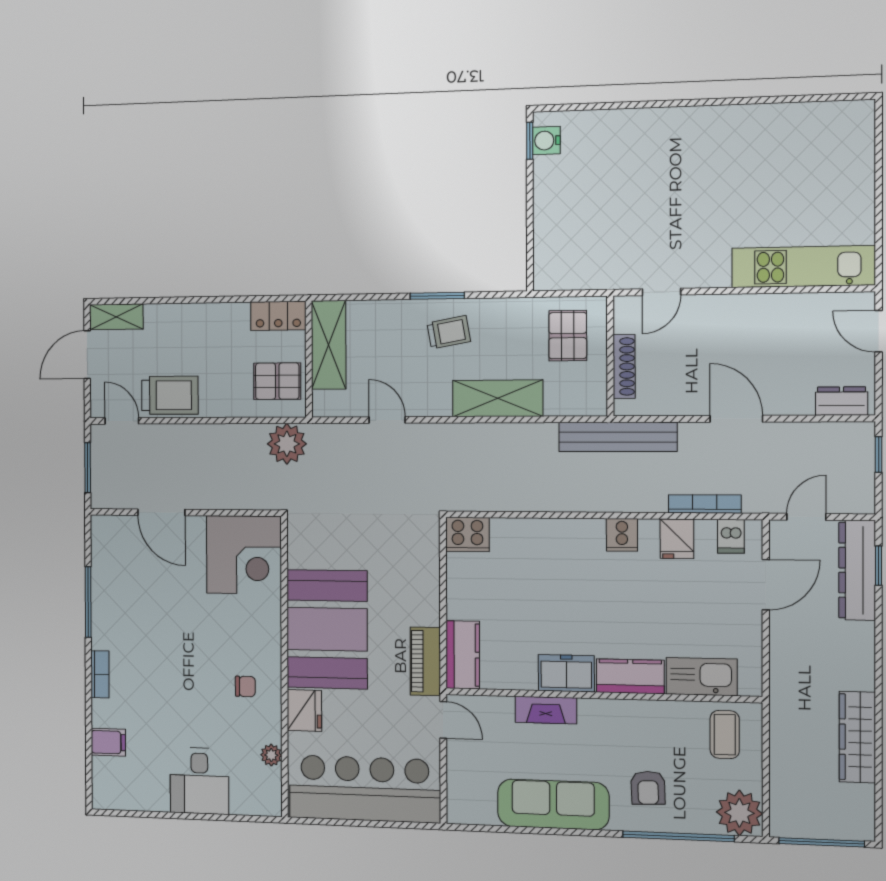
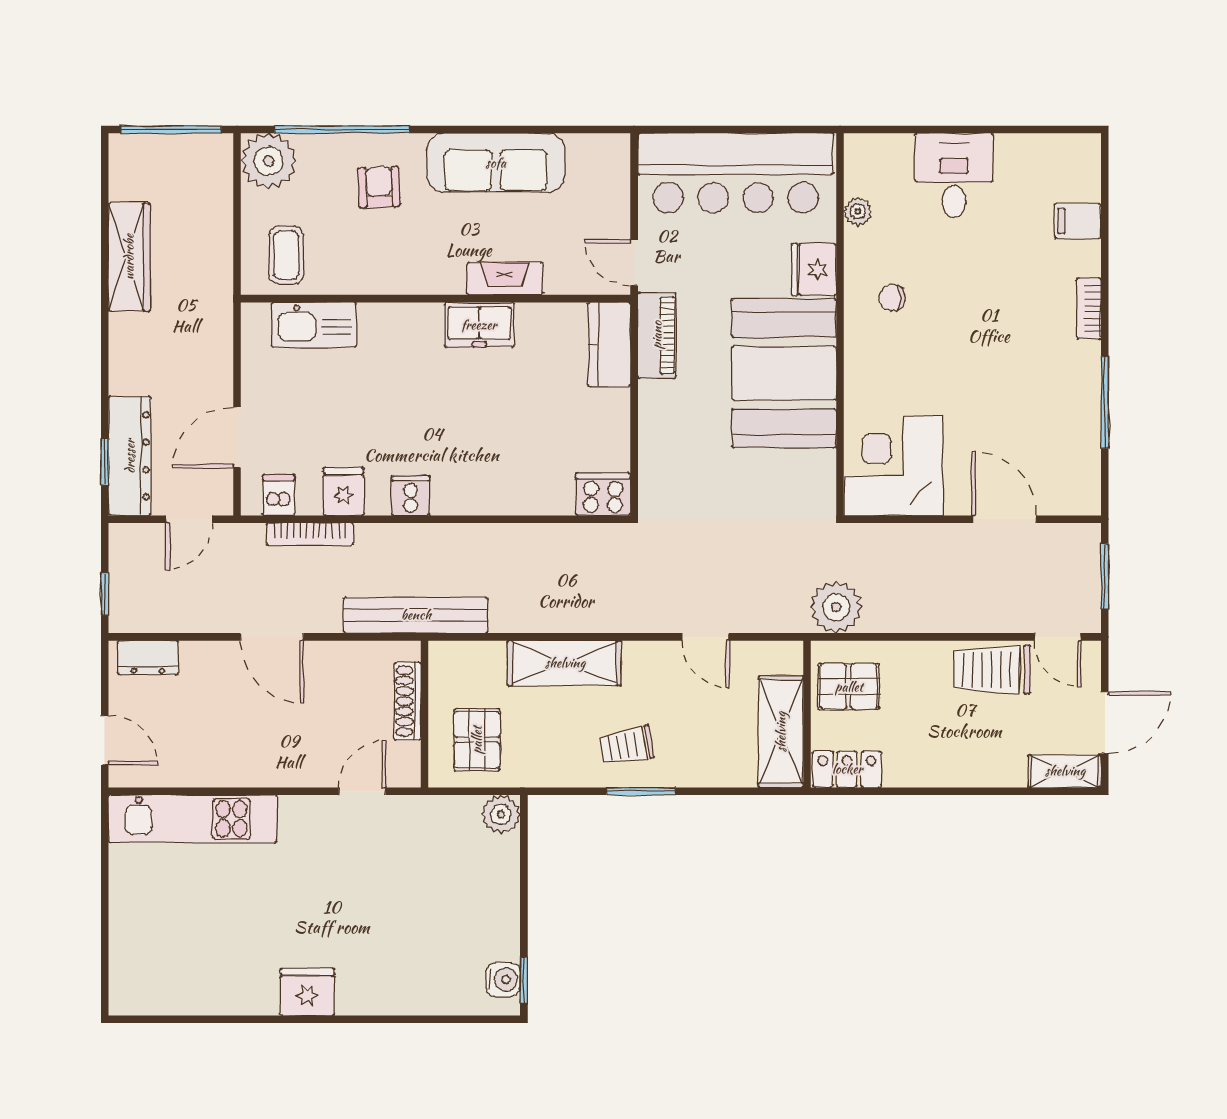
fridge: (707, 125) -> (307, 992), added
plant: (548, 275) -> (501, 814), added
kitchen counter: (630, 676) -> (401, 323), removed

